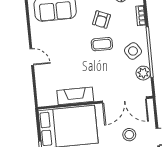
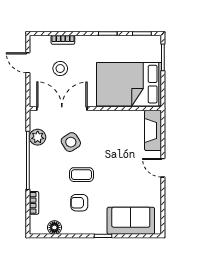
armchair: (101, 20) -> (79, 203), turned -112
side table: (133, 51) -> (71, 142), moved
fireplace: (75, 96) -> (153, 130), moved, turned 90

